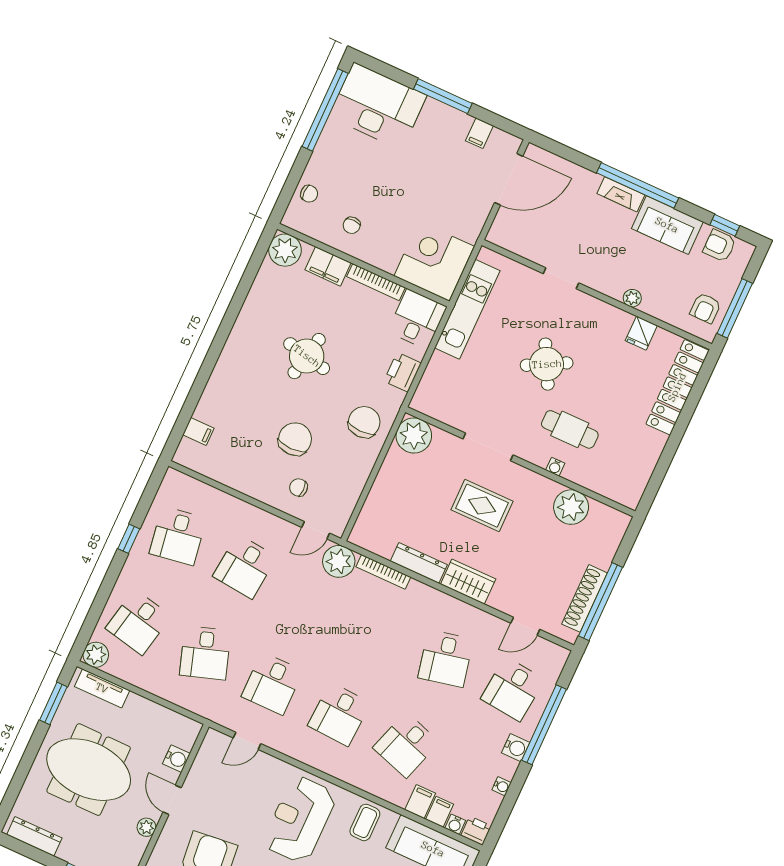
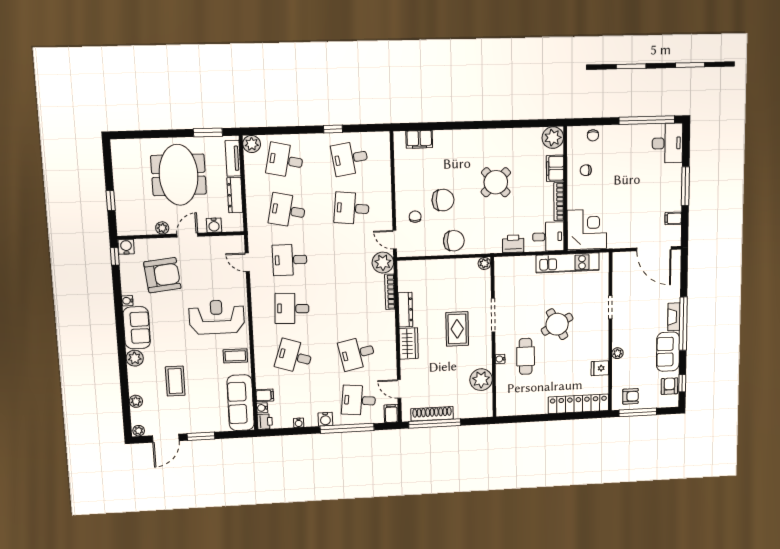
desk: (378, 106) -> (667, 143), width x0.73, depth x0.77
armchair: (705, 308) -> (631, 396), turned 180
round table: (307, 356) -> (496, 182), turned 35
chair: (364, 422) -> (454, 241), moved
filing cabinet: (198, 432) -> (419, 139), width x2.00
plant: (414, 435) -> (484, 263), width x0.53, depth x0.53
desk: (205, 653) -> (287, 211), turned 30
filing cabinet: (420, 802) -> (391, 414), moved, turned -90
dresser: (34, 836) -> (235, 195), moved, turned 180

